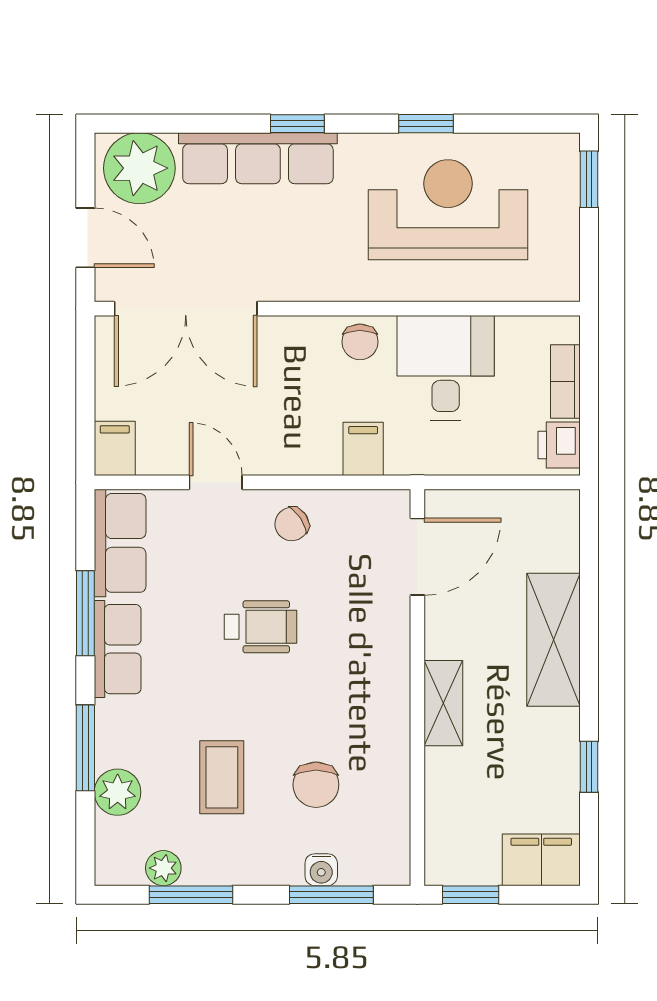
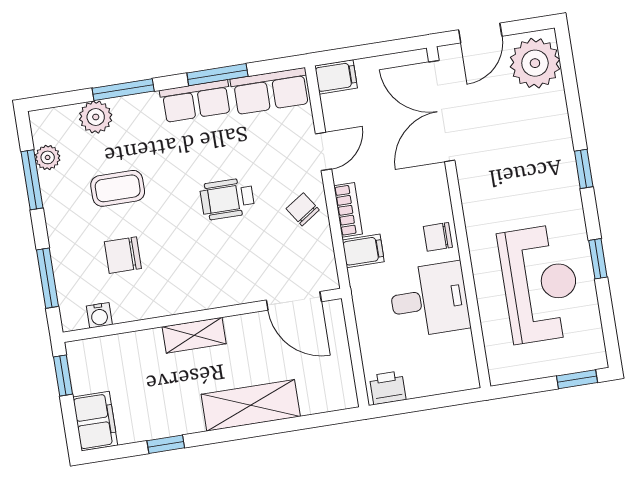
row of seats: (258, 158) -> (555, 145), removed
bookcase: (565, 382) -> (348, 210), moved, turned 90
wheelchair: (260, 627) -> (227, 199), turned 90
water cooler: (321, 870) -> (99, 315), moved, turned -90

